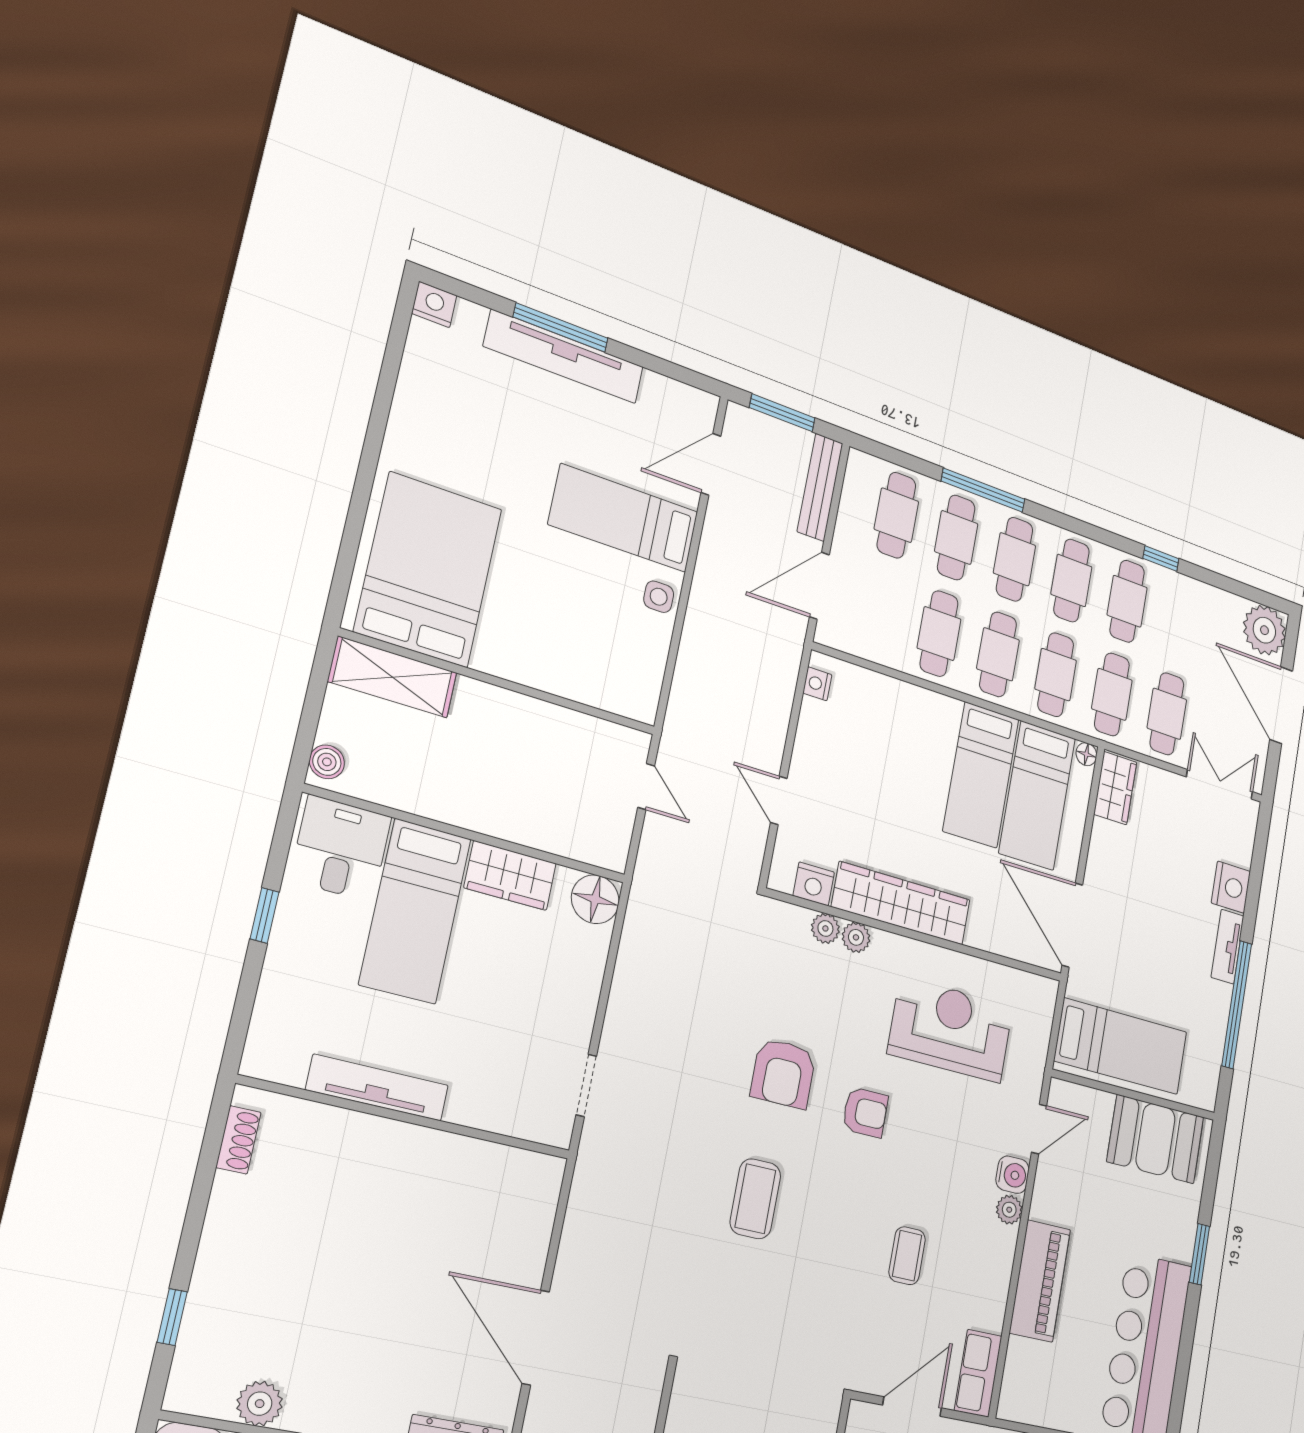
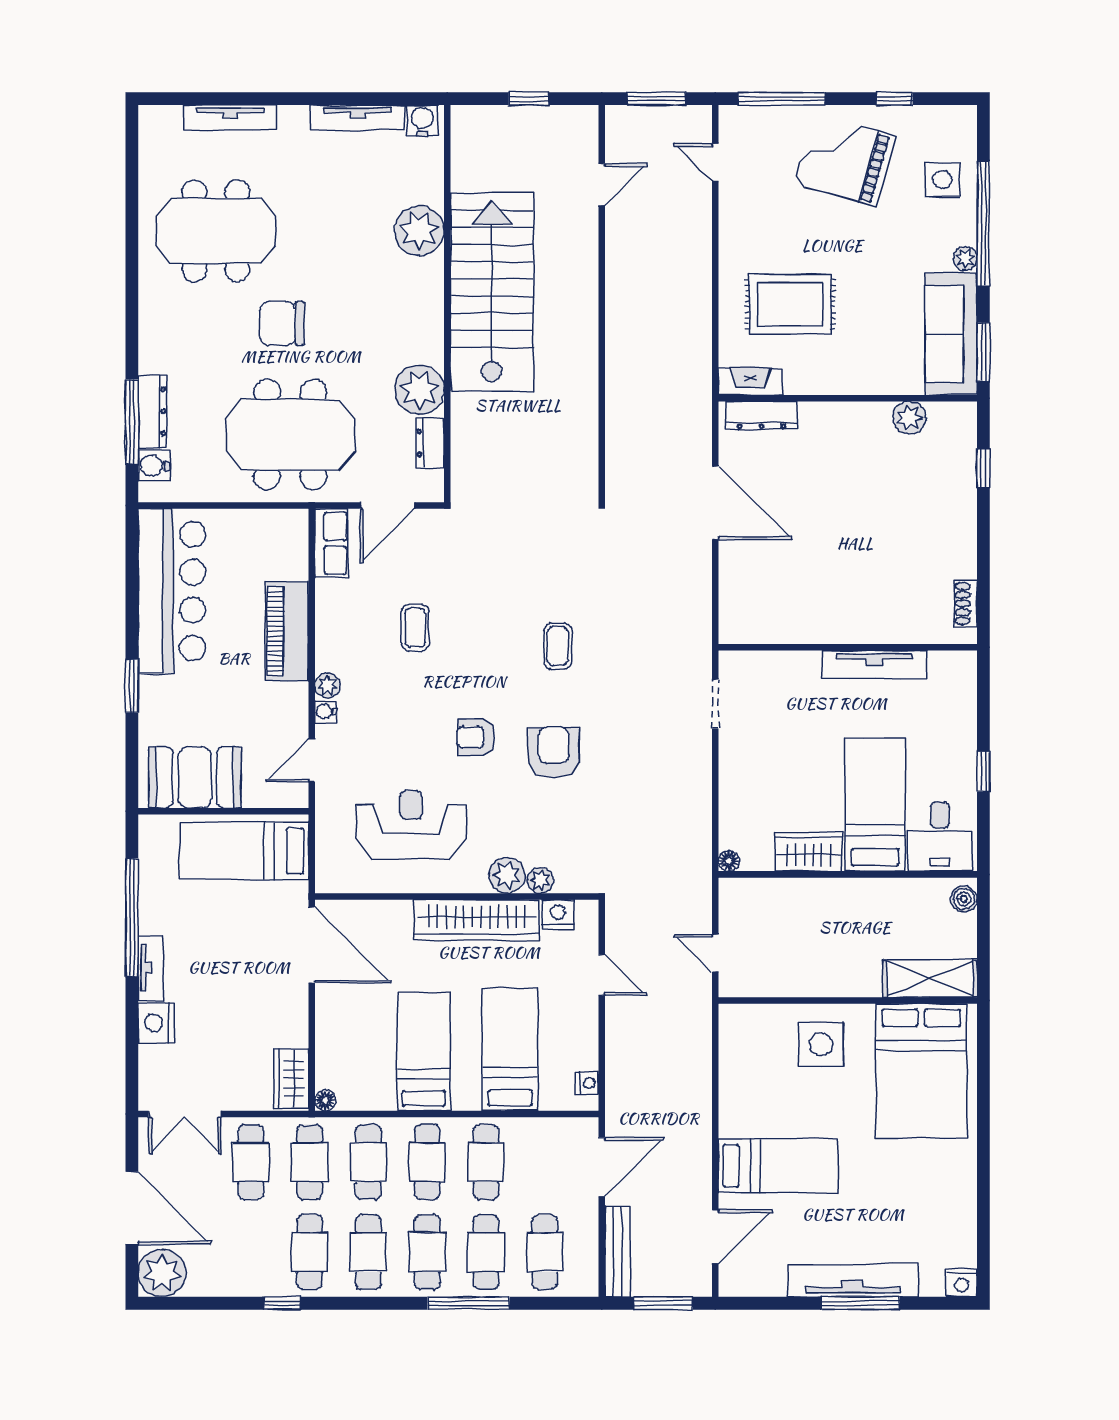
side table: (659, 597) -> (821, 1044), moved, width x1.87, depth x1.87
bed: (1037, 795) -> (510, 1049), moved
floor lamp: (595, 899) -> (729, 861), width x0.53, depth x0.53
plant: (856, 937) -> (507, 875), width x1.38, depth x1.38
reception desk: (951, 1030) -> (411, 825), turned 180
water cooler: (1012, 1175) -> (326, 712), width x0.72, depth x0.72
coffee table: (755, 1199) -> (558, 646), width x0.73, depth x0.77

